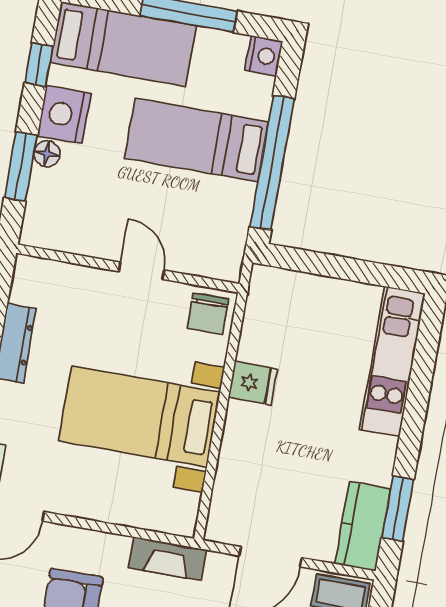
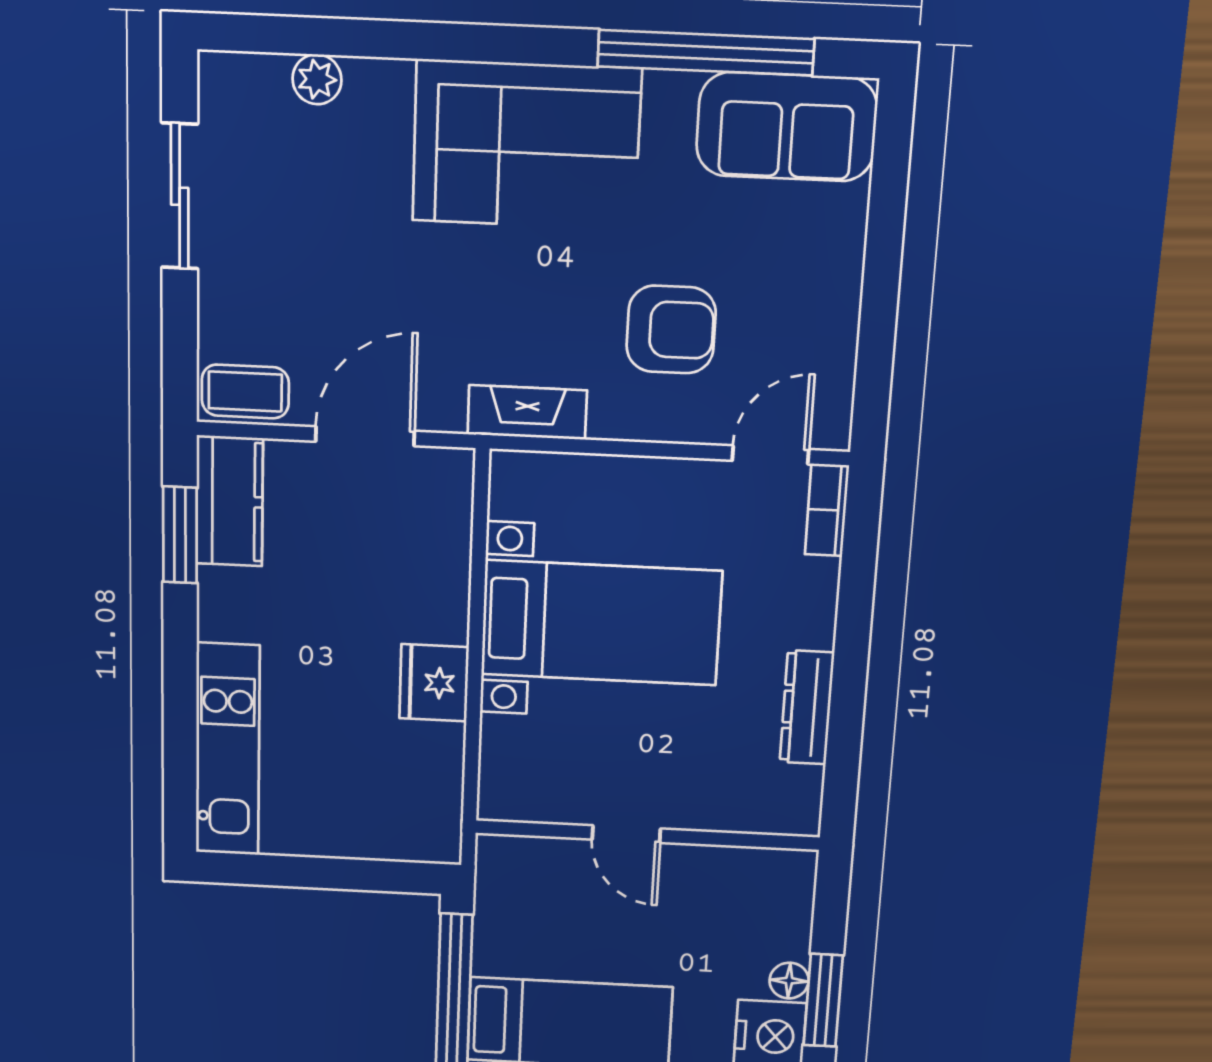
window: (21, 167) -> (823, 1000), moved
chair: (208, 314) -> (517, 785), removed
fridge: (253, 383) -> (434, 683), width x1.38

